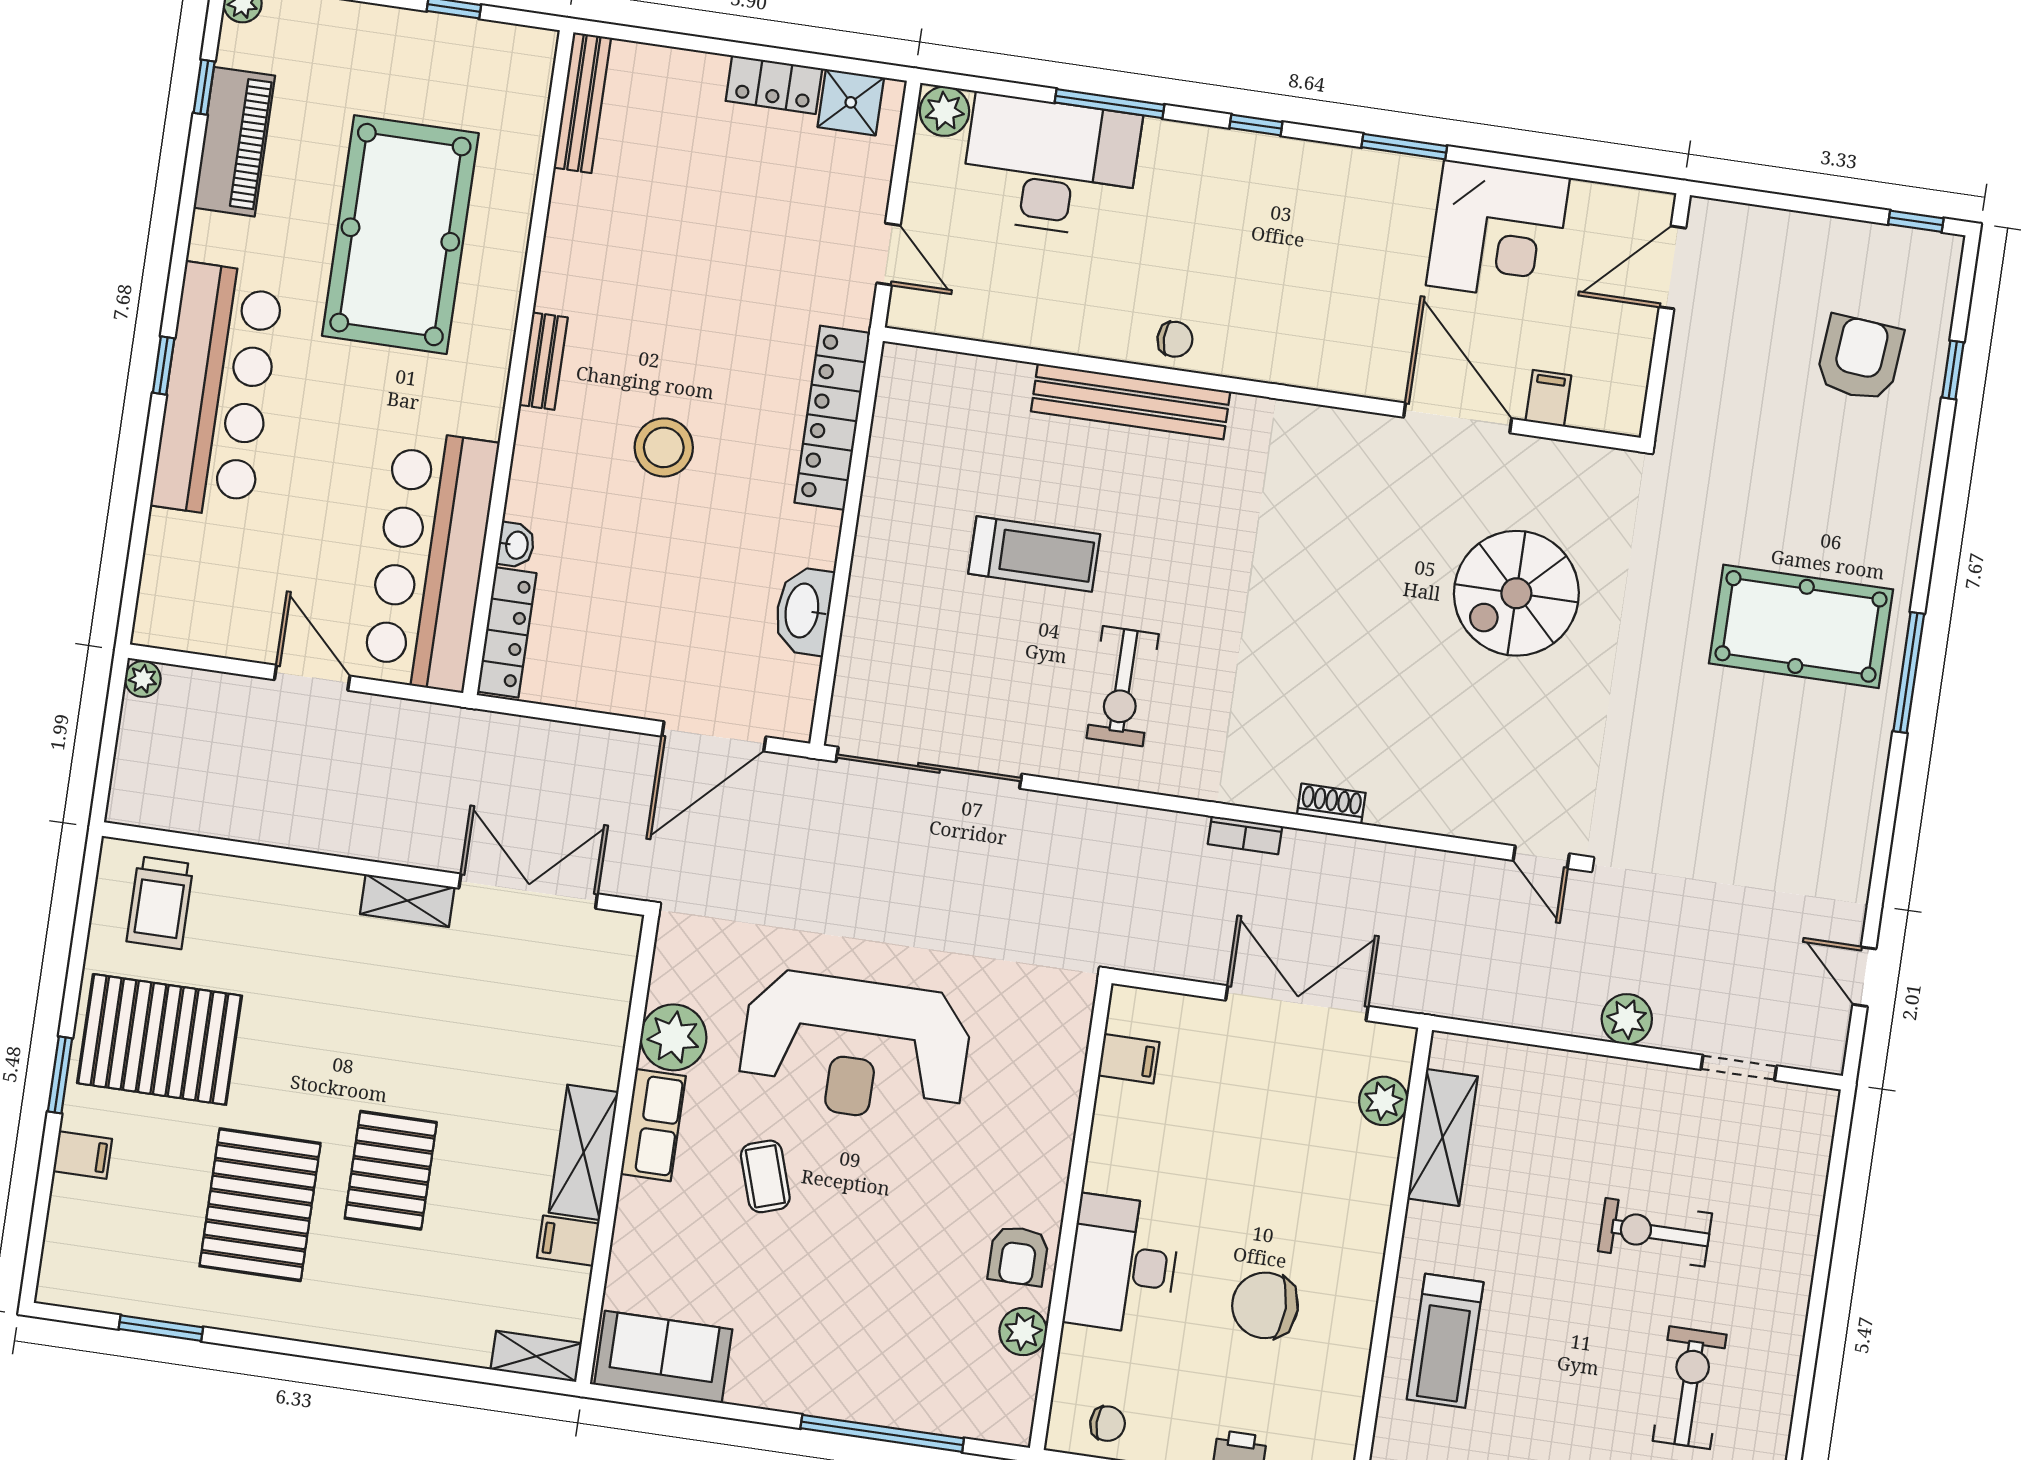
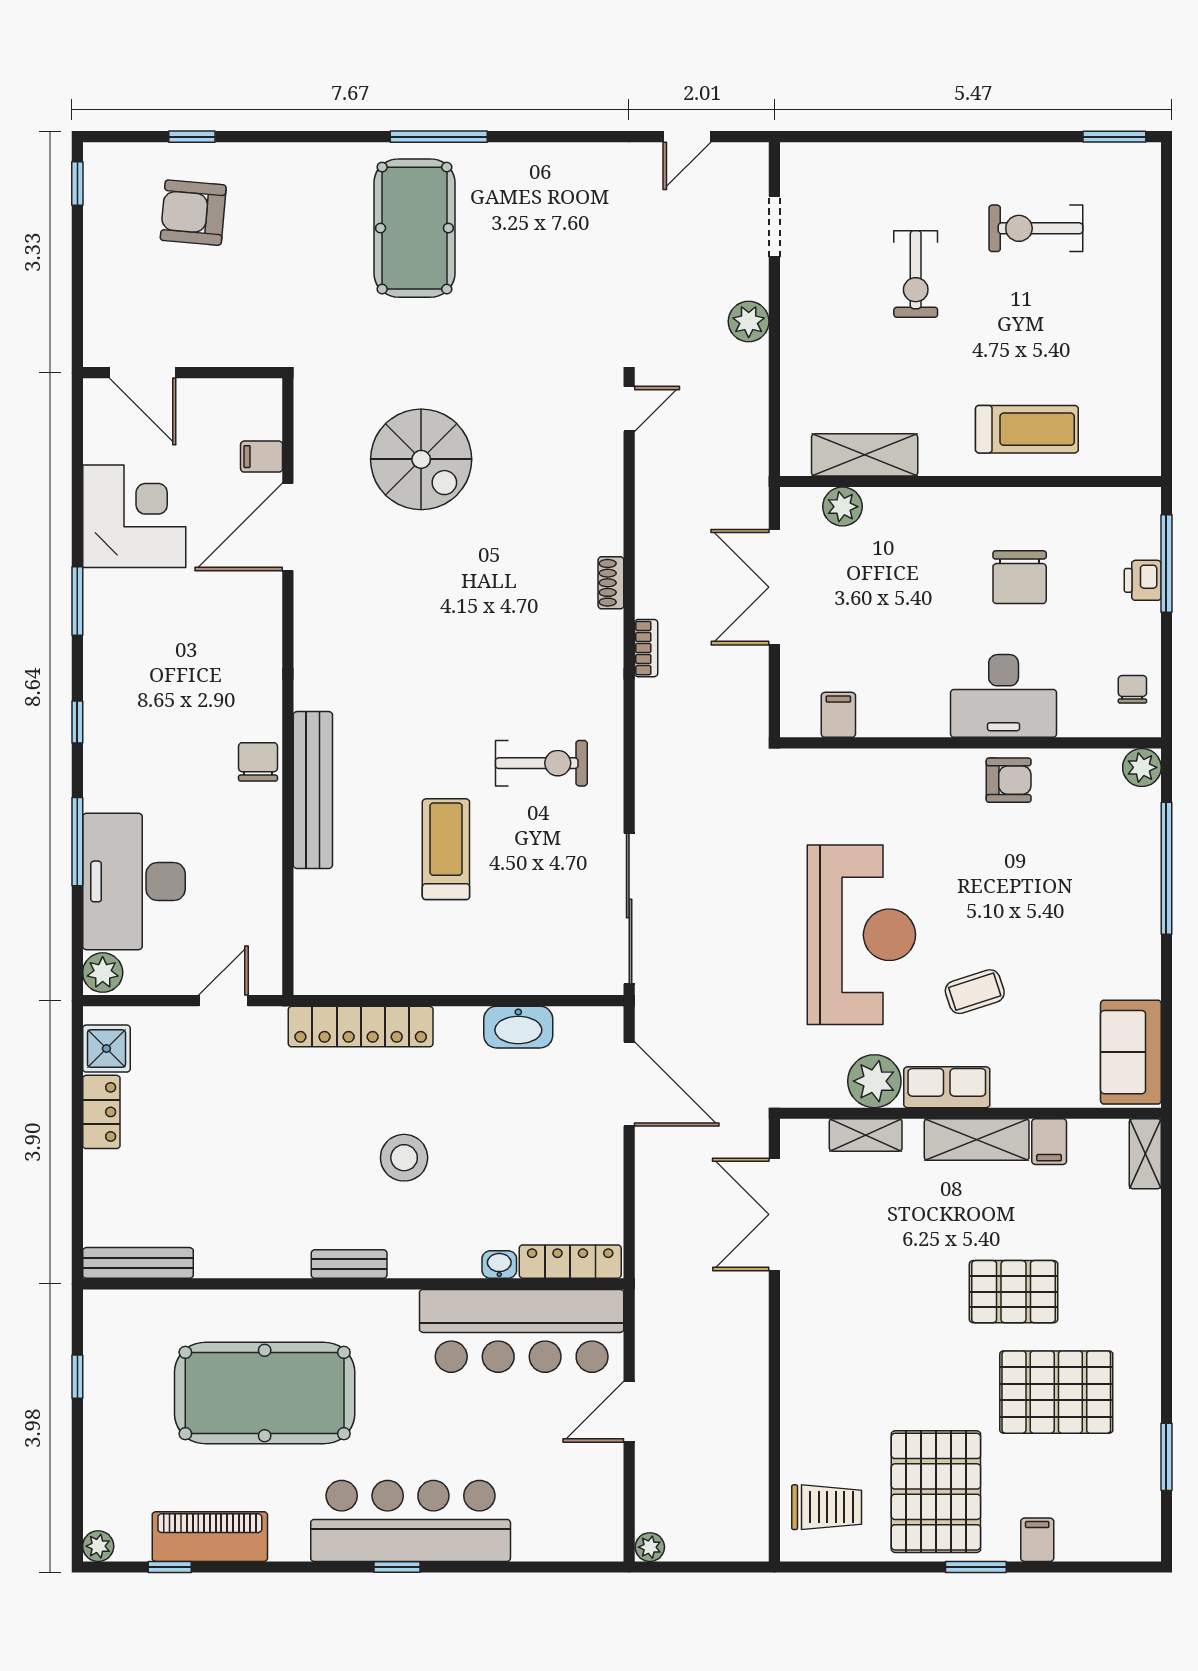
chair: (1175, 339) -> (258, 762), width x1.37, depth x1.37
shelving: (407, 901) -> (866, 1135), moved, turned 90
plant: (1023, 1332) -> (1142, 767), moved

